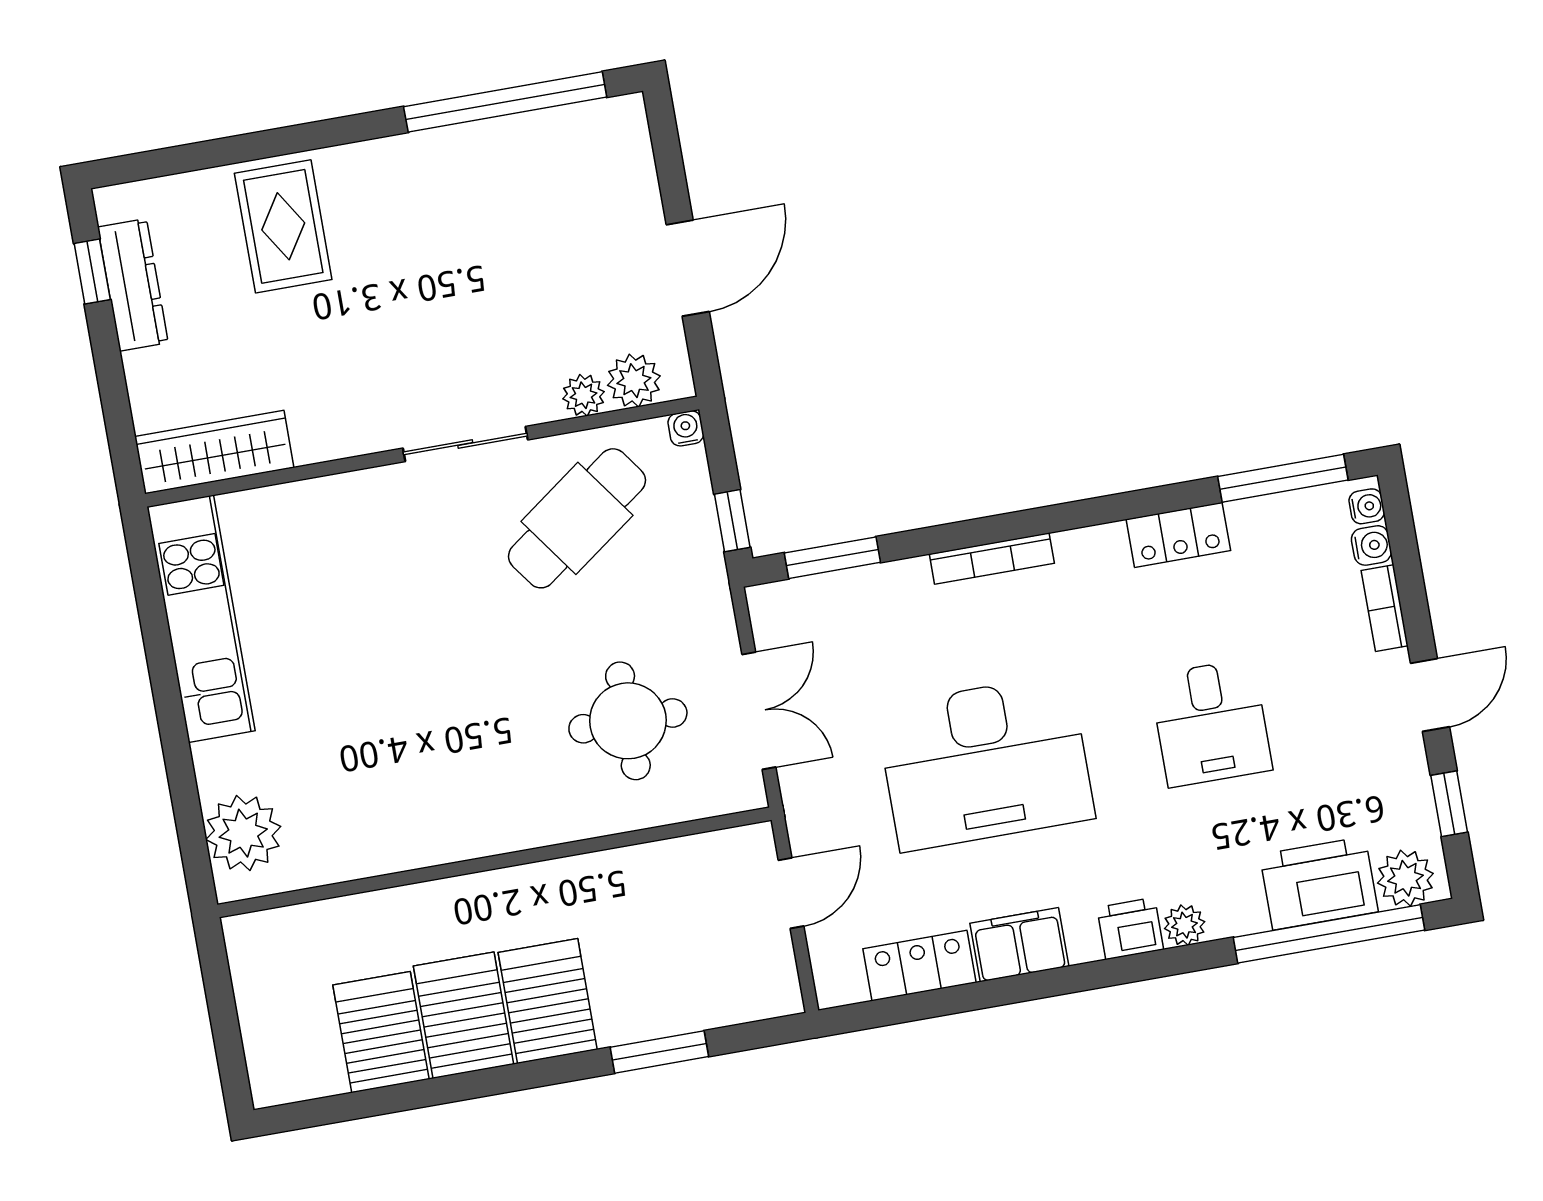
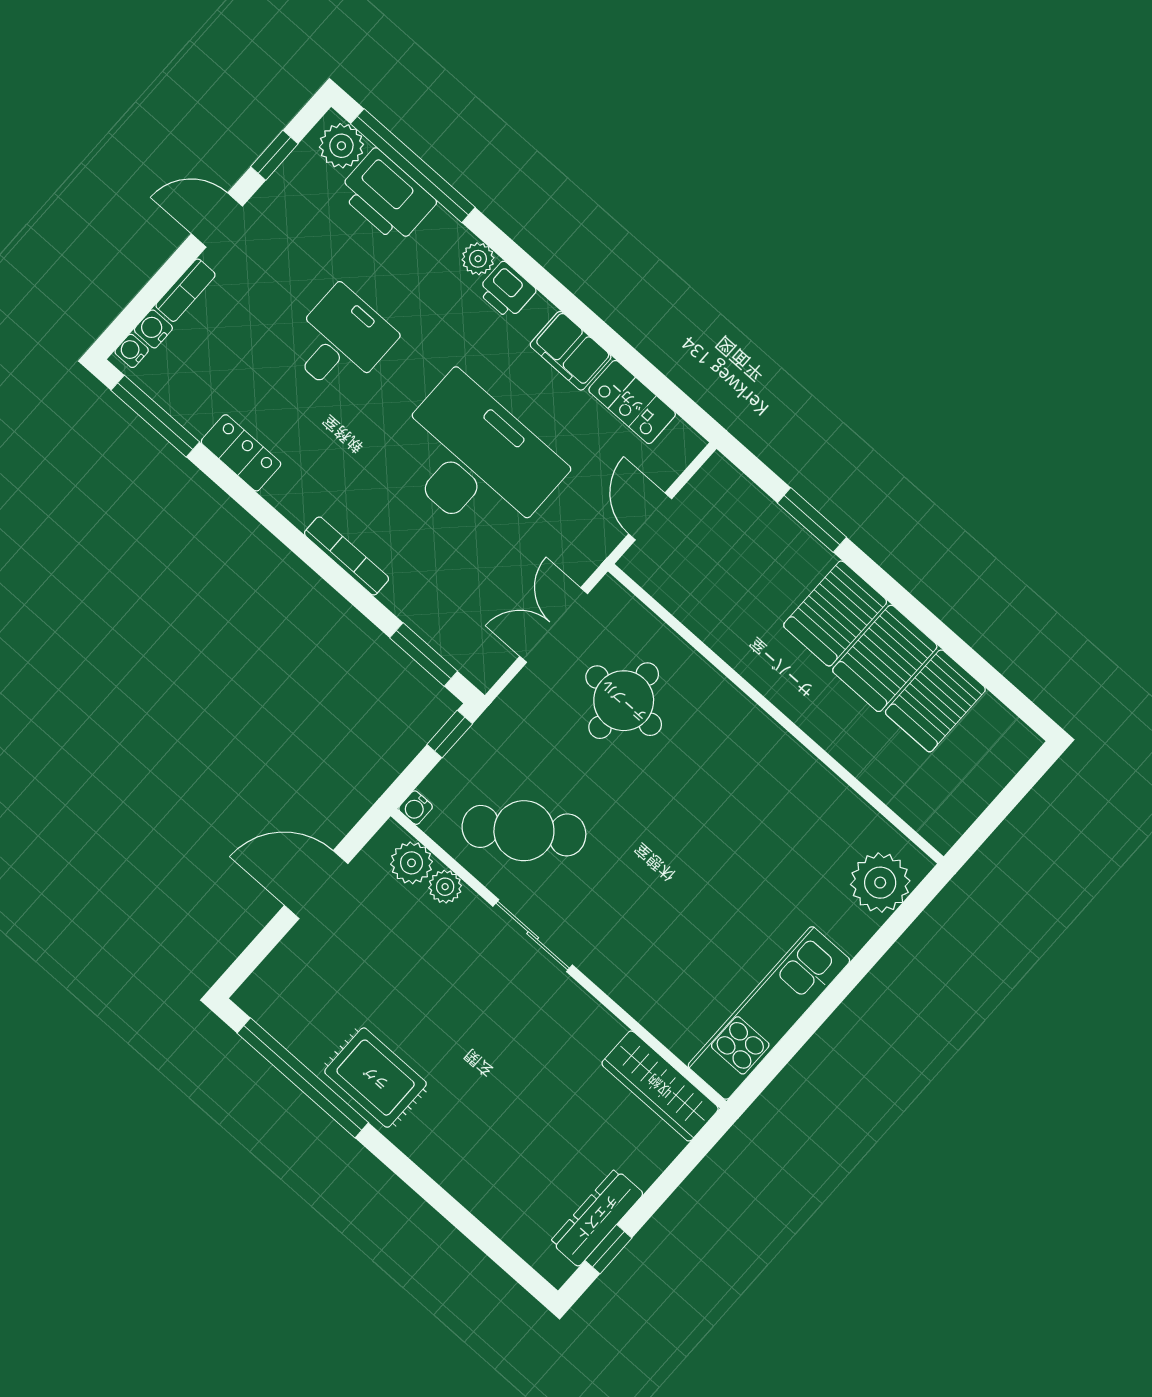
rug: (283, 226) -> (376, 1078), moved, turned 90
door: (791, 893) -> (650, 516), hinge flipped

